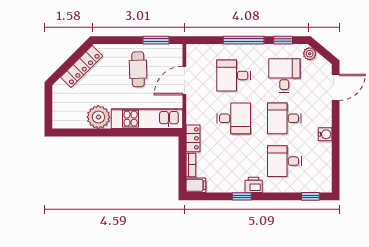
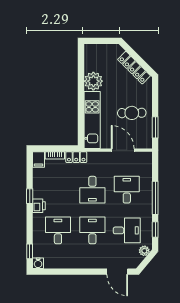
water cooler: (325, 134) -> (38, 263), moved

